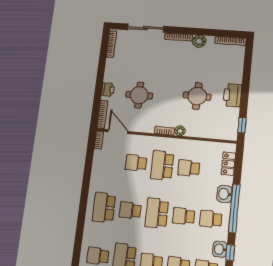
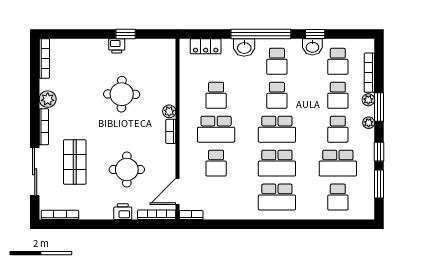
shop shelf: (149, 57) -> (75, 162), added
printer: (233, 95) -> (117, 46), width x0.53, depth x0.68
window: (242, 125) -> (126, 34), moved
school desk: (130, 210) -> (277, 163), width x1.85

